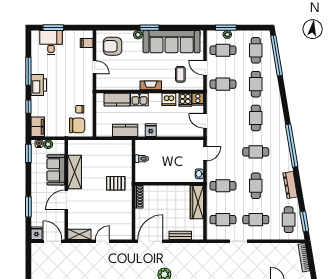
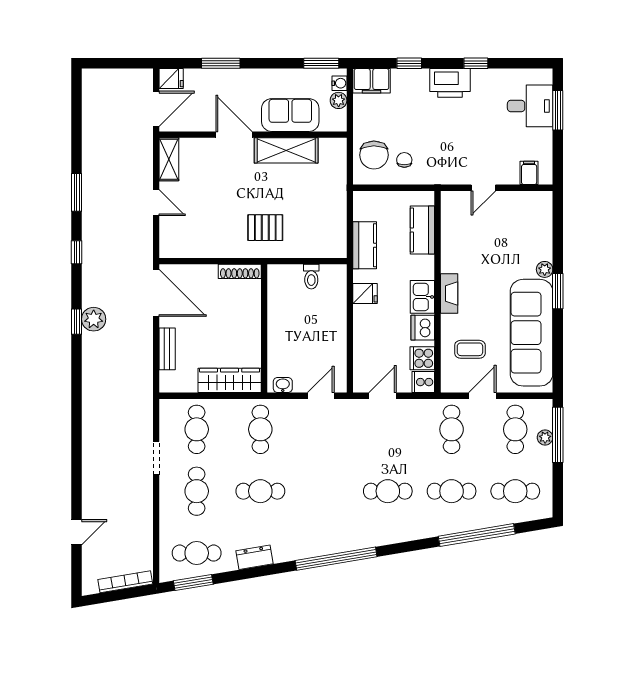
window: (226, 28) -> (558, 435), width x1.44
armchair: (113, 46) -> (523, 222), removed
window: (277, 55) -> (477, 535), moved
window: (28, 71) -> (476, 63), width x0.46
kitchen sink: (139, 100) -> (422, 297), moved
cafe table: (256, 152) -> (324, 491), removed
door: (205, 154) -> (321, 396), swing flipped
pallet: (116, 183) -> (265, 228), turned 90
dresser: (290, 185) -> (255, 557), width x0.70

